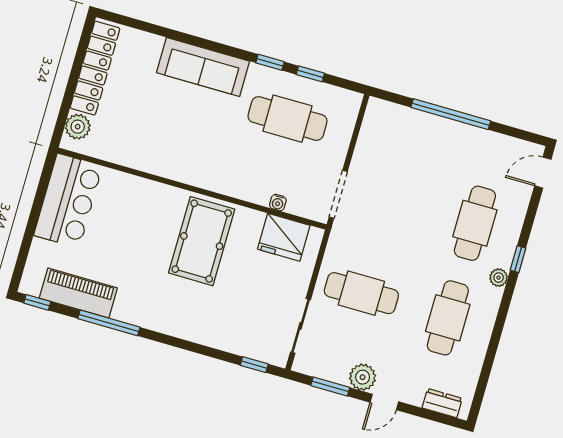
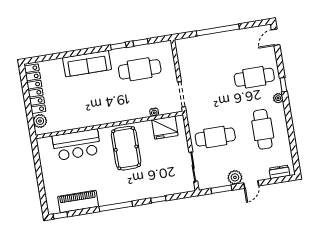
bar counter: (68, 201) -> (77, 145), moved, turned 90
cafe table: (475, 223) -> (254, 77), turned 90
window: (109, 323) -> (116, 206), moved
window: (254, 365) -> (158, 199), moved

